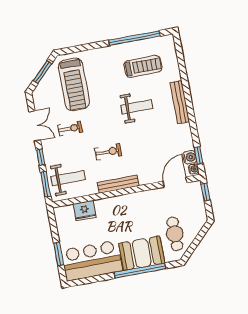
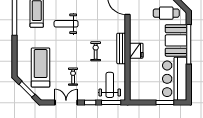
treadmill: (74, 84) -> (41, 67), turned -90
weight bench: (137, 107) -> (66, 24), turned -90
fridge: (85, 211) -> (136, 51), moved

